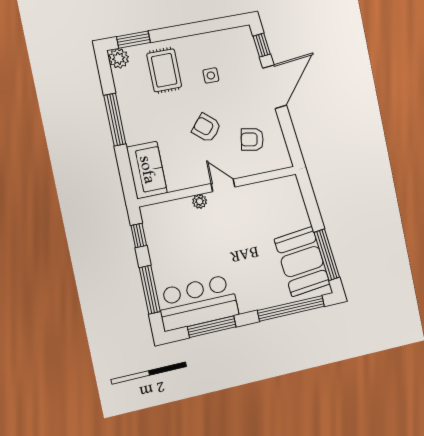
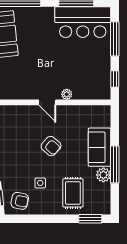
plant: (119, 58) -> (103, 175), moved
armchair: (252, 139) -> (20, 201), moved
sofa: (147, 170) -> (100, 147), moved

